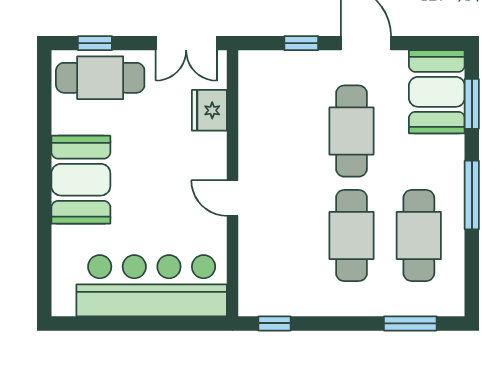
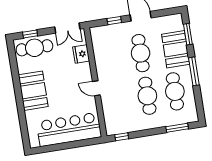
booth: (437, 92) -> (176, 49), moved

